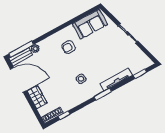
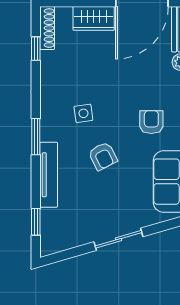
armchair: (95, 60) -> (103, 156), added

